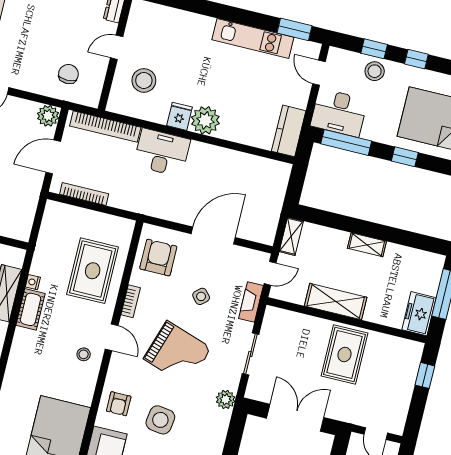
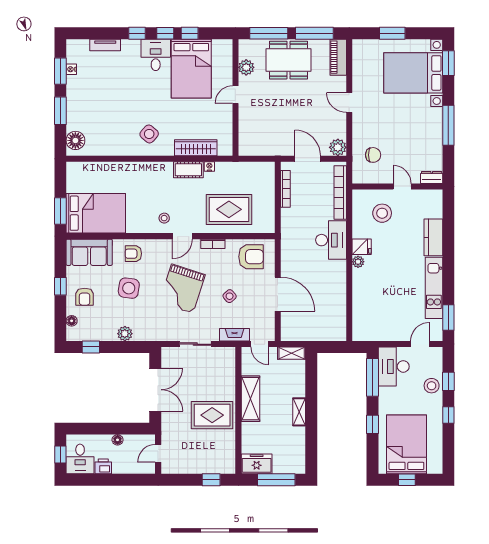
plant: (205, 120) -> (358, 262), width x0.53, depth x0.53
kitchen counter: (289, 131) -> (433, 237), moved, turned -90
plant: (226, 399) -> (125, 334), moved

